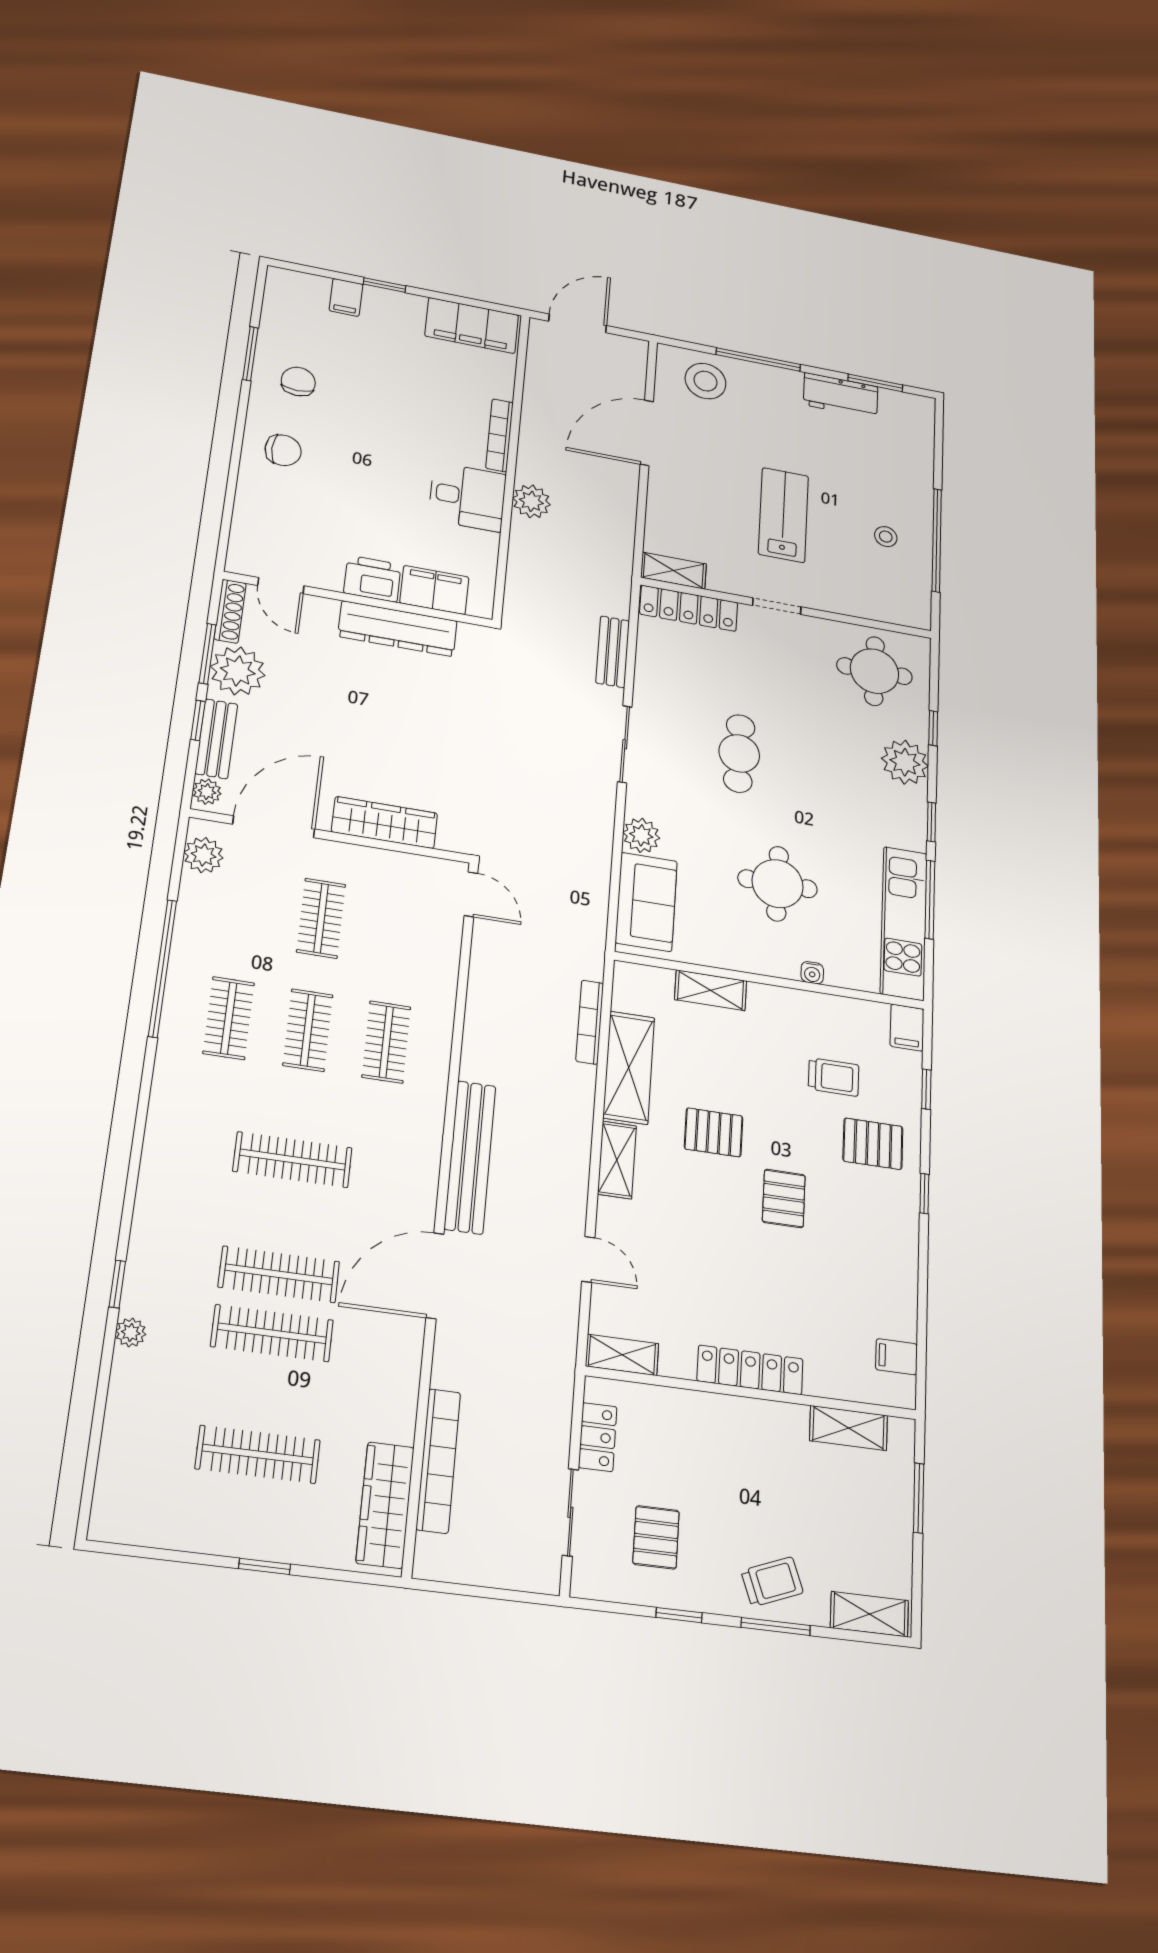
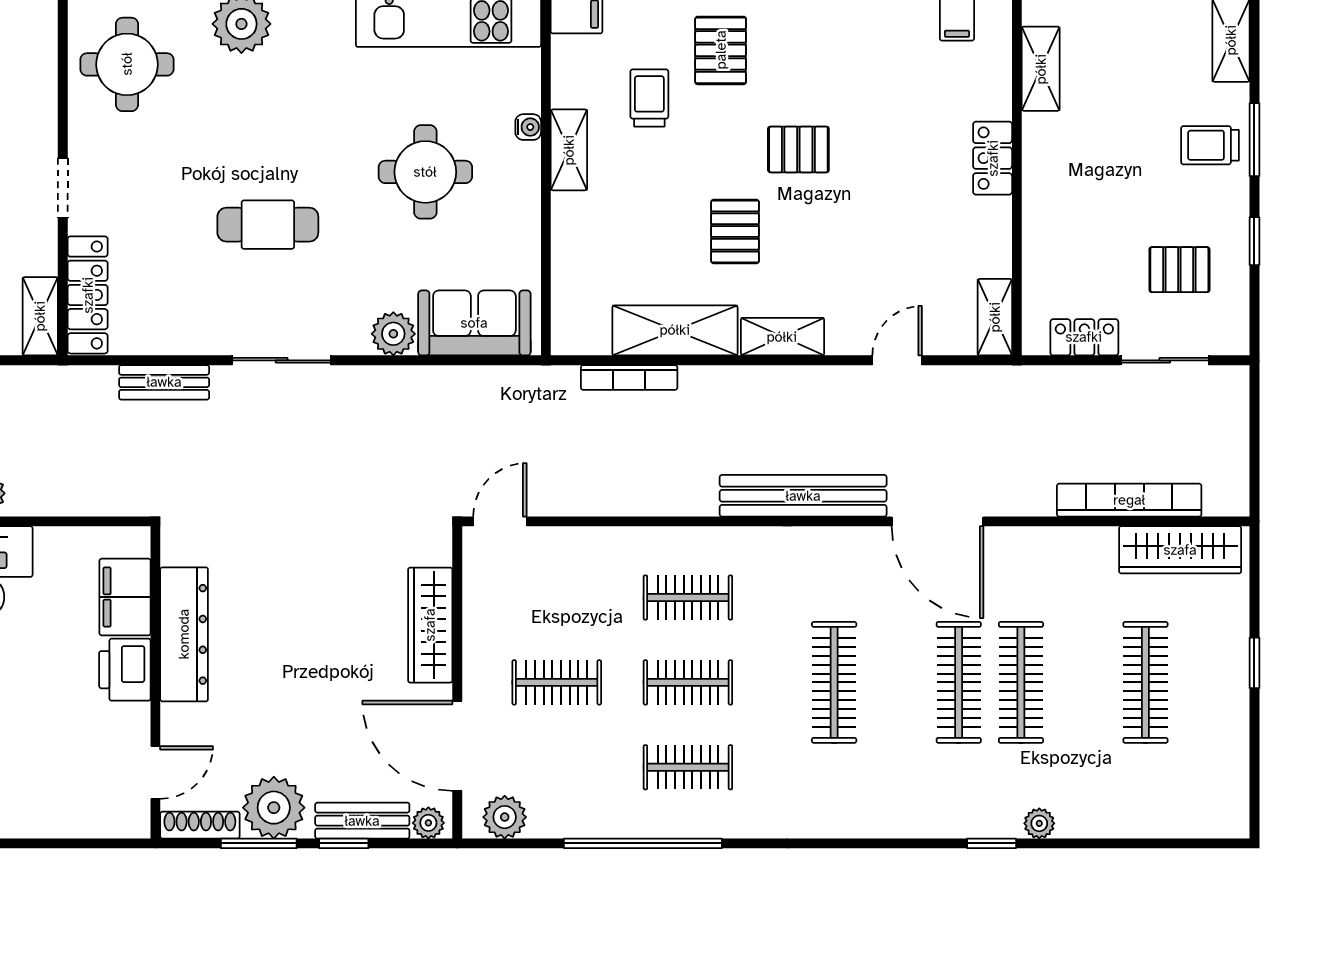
shelving: (711, 990) -> (569, 150), moved
locker: (750, 1370) -> (993, 158), width x0.66
trolley: (772, 1582) -> (1210, 145), turned -69

